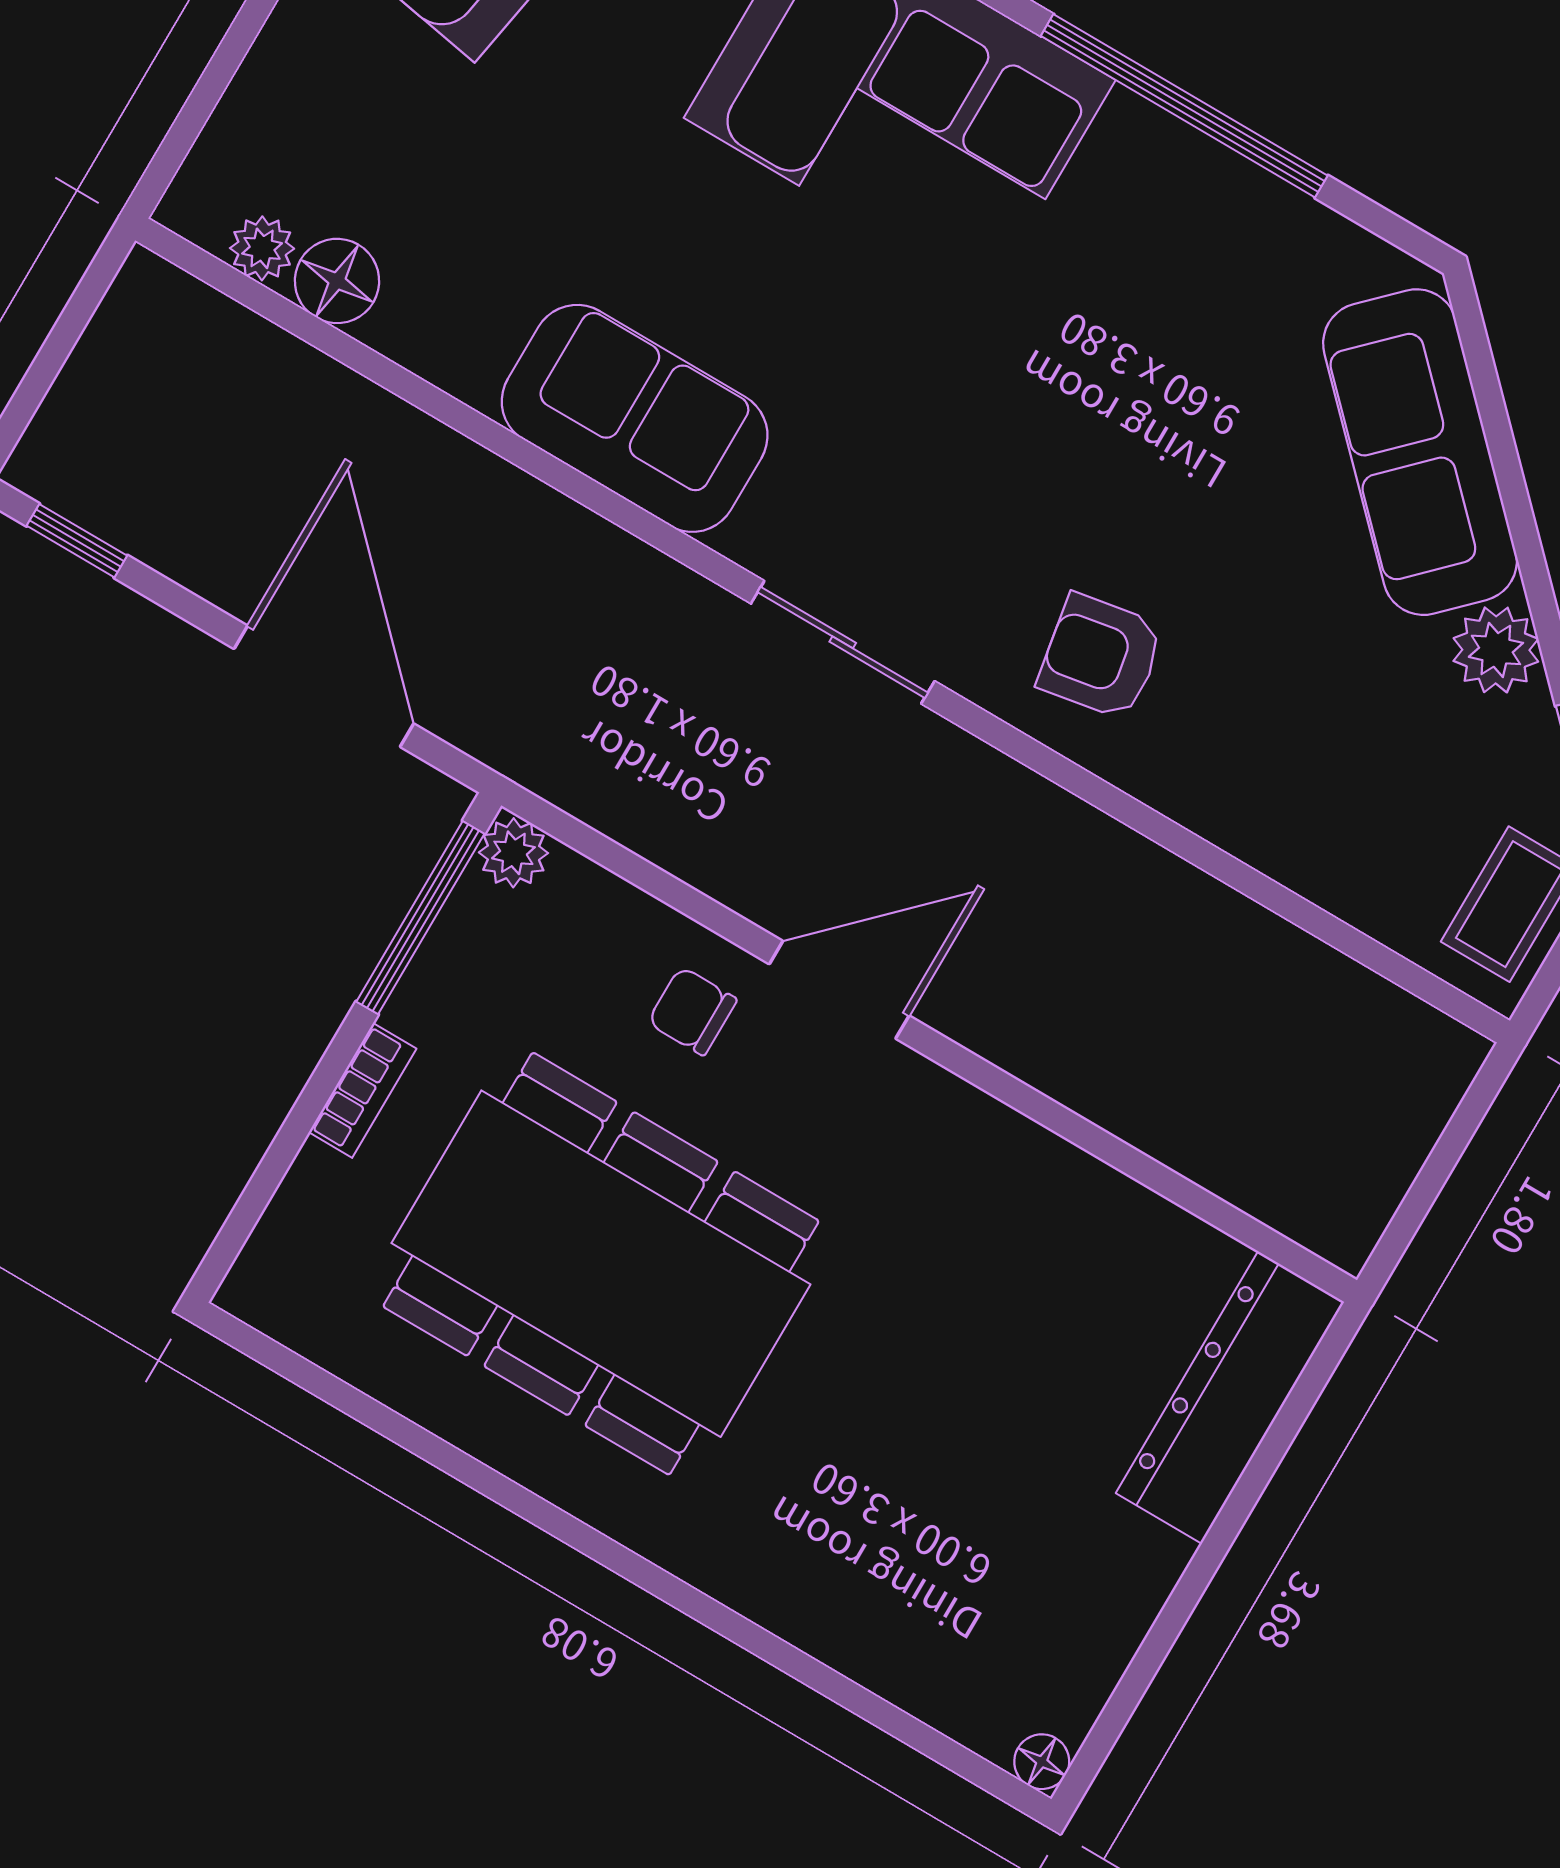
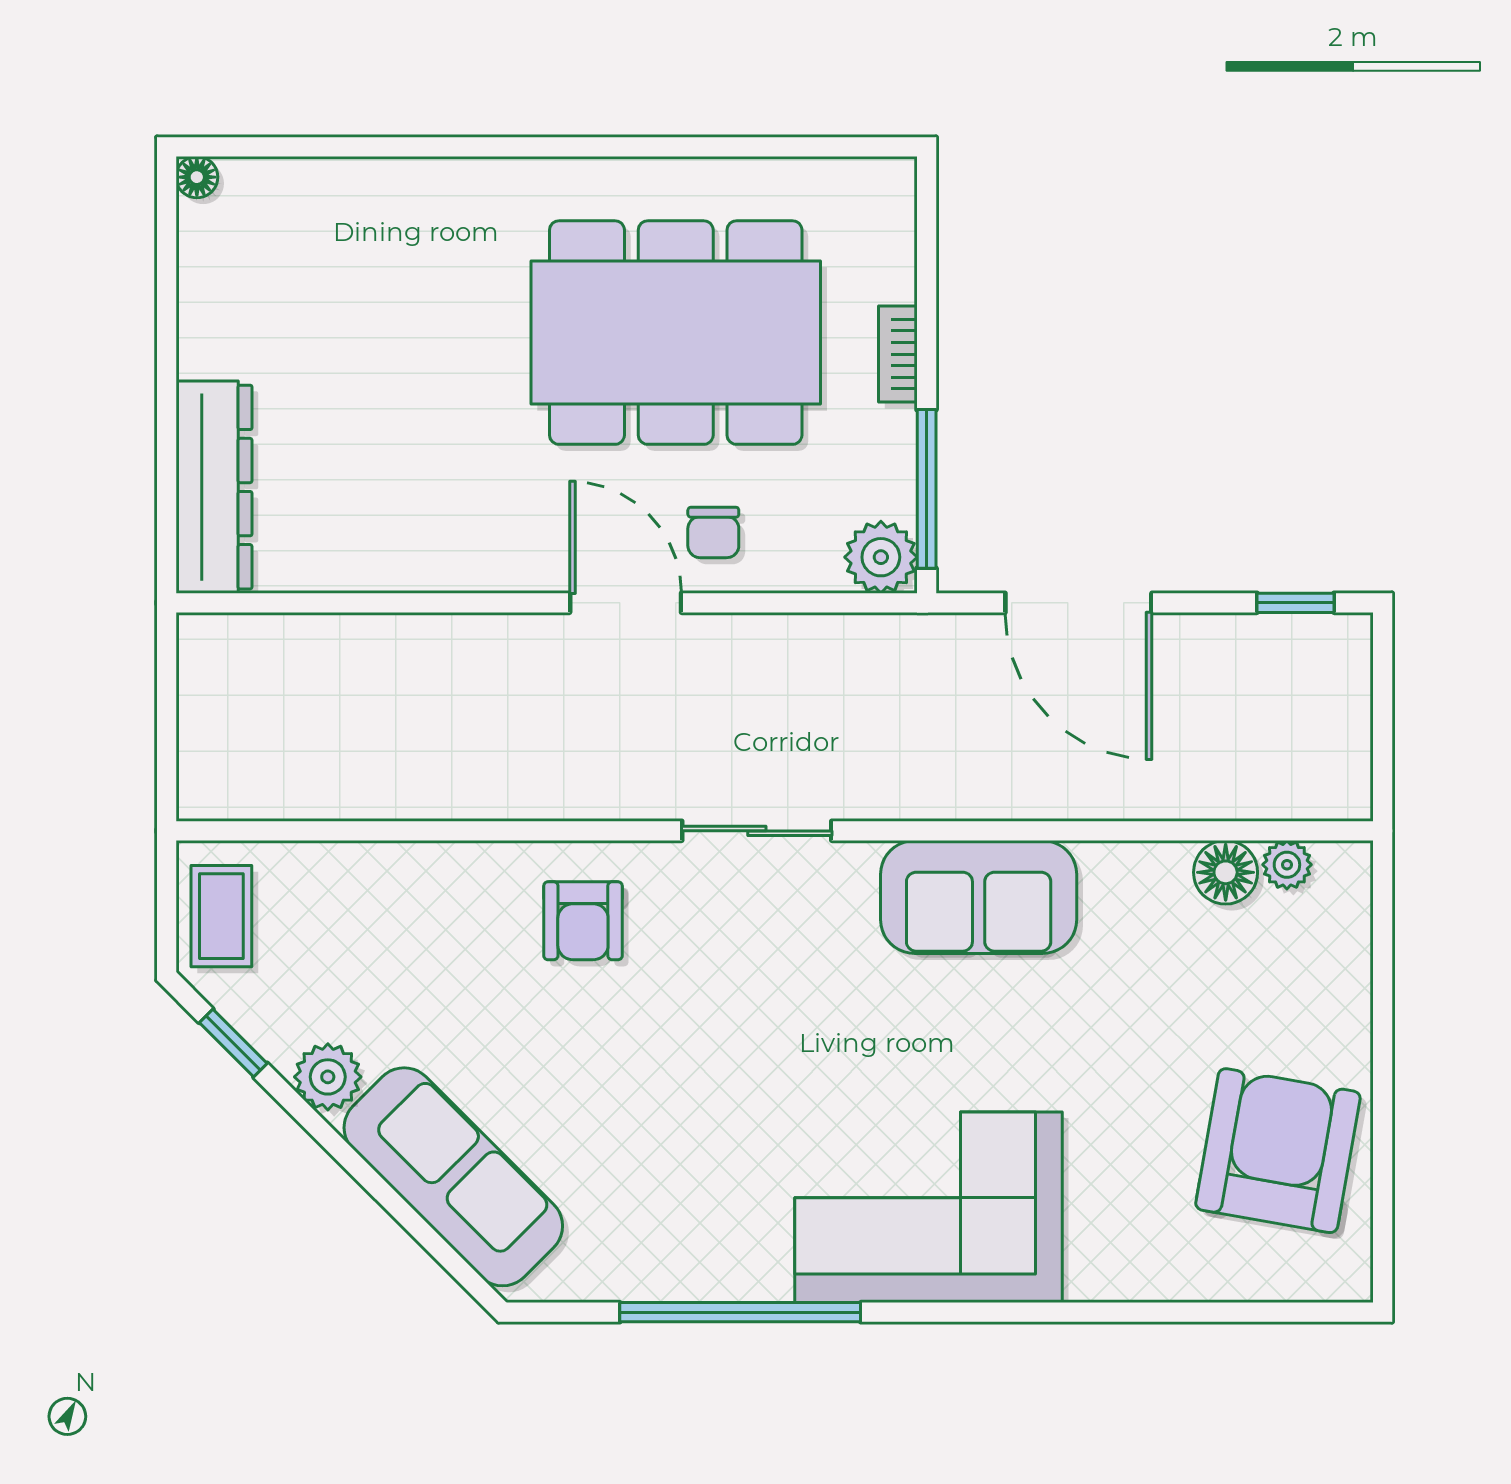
armchair: (1101, 657) -> (583, 921), turned 100
plant: (513, 853) -> (881, 557), width x1.38, depth x1.38
door: (839, 990) -> (626, 603), swing flipped
chair: (692, 1011) -> (713, 533), turned 90

